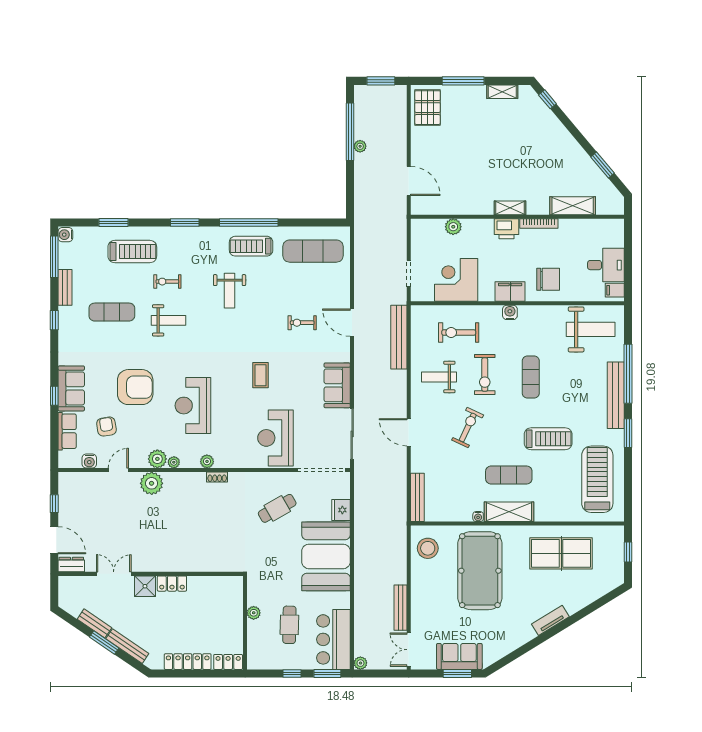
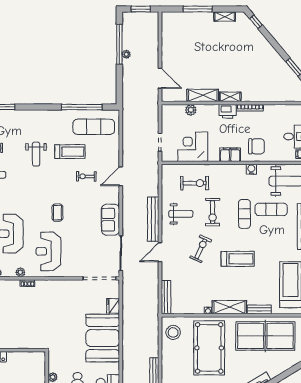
pallet: (428, 108) -> (173, 27), removed
shelving: (573, 206) -> (203, 95), moved
window: (249, 223) -> (82, 107), moved
treadmill: (251, 246) -> (70, 152), moved, turned 180
water cooler: (510, 312) -> (251, 169), moved
door: (352, 323) -> (121, 176), hinge flipped
exercise bike: (459, 333) -> (195, 183), turned 180
bench: (399, 337) -> (153, 219), moved
weight bench: (439, 377) -> (181, 214), turned 180
door: (409, 432) -> (160, 252), hinge flipped
reception desk: (276, 438) -> (48, 251), moved
treadmill: (548, 439) -> (238, 259), moved
exercise mat: (509, 475) -> (271, 209), moved
cafe table: (277, 508) -> (69, 305), removed
bench: (552, 515) -> (259, 309), added
table tennis table: (561, 553) -> (265, 336), width x1.36, depth x1.32

